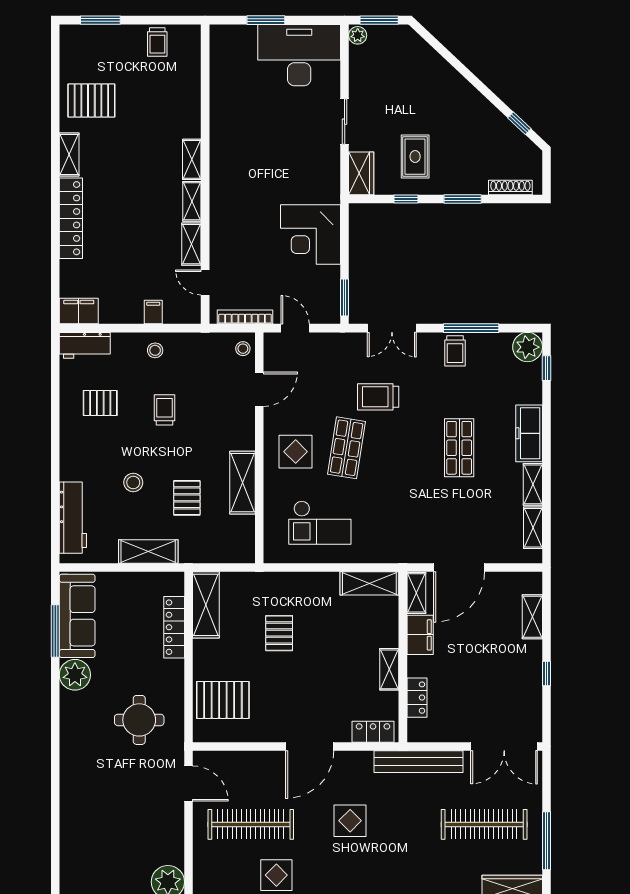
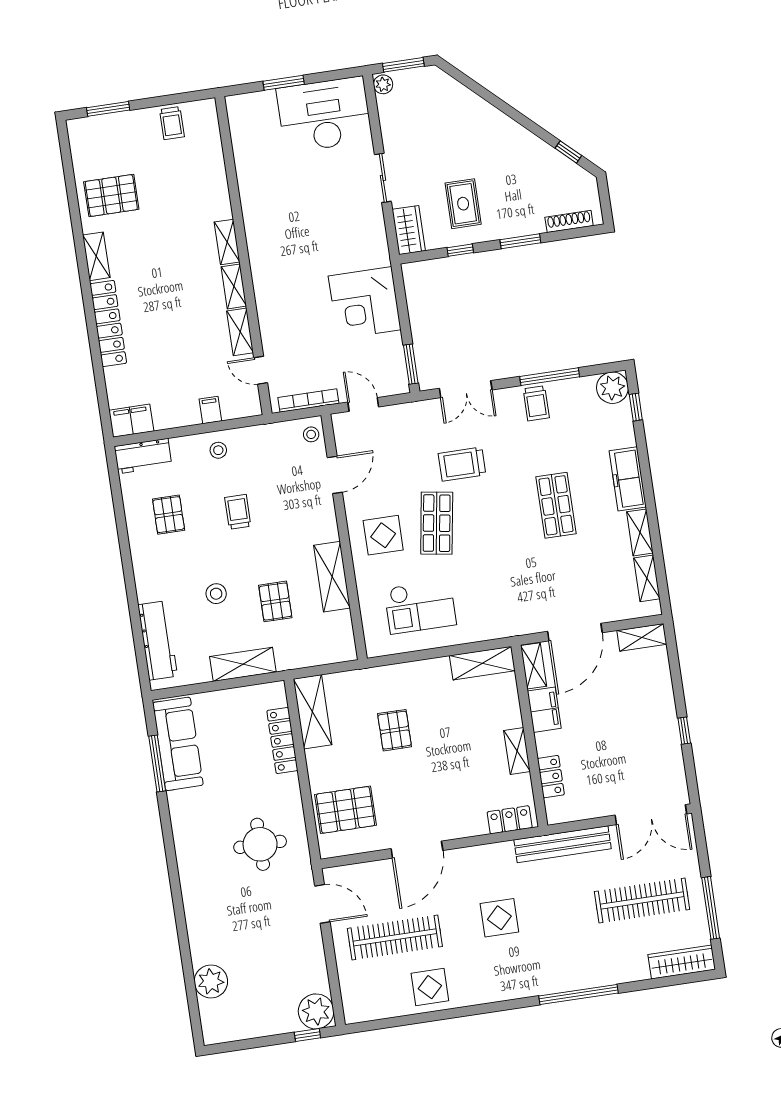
pallet: (100, 403) -> (169, 515), turned 90
shelving: (532, 617) -> (642, 637), moved, turned 90
plant: (75, 675) -> (211, 981), moved
door: (310, 746) -> (417, 850), moved

